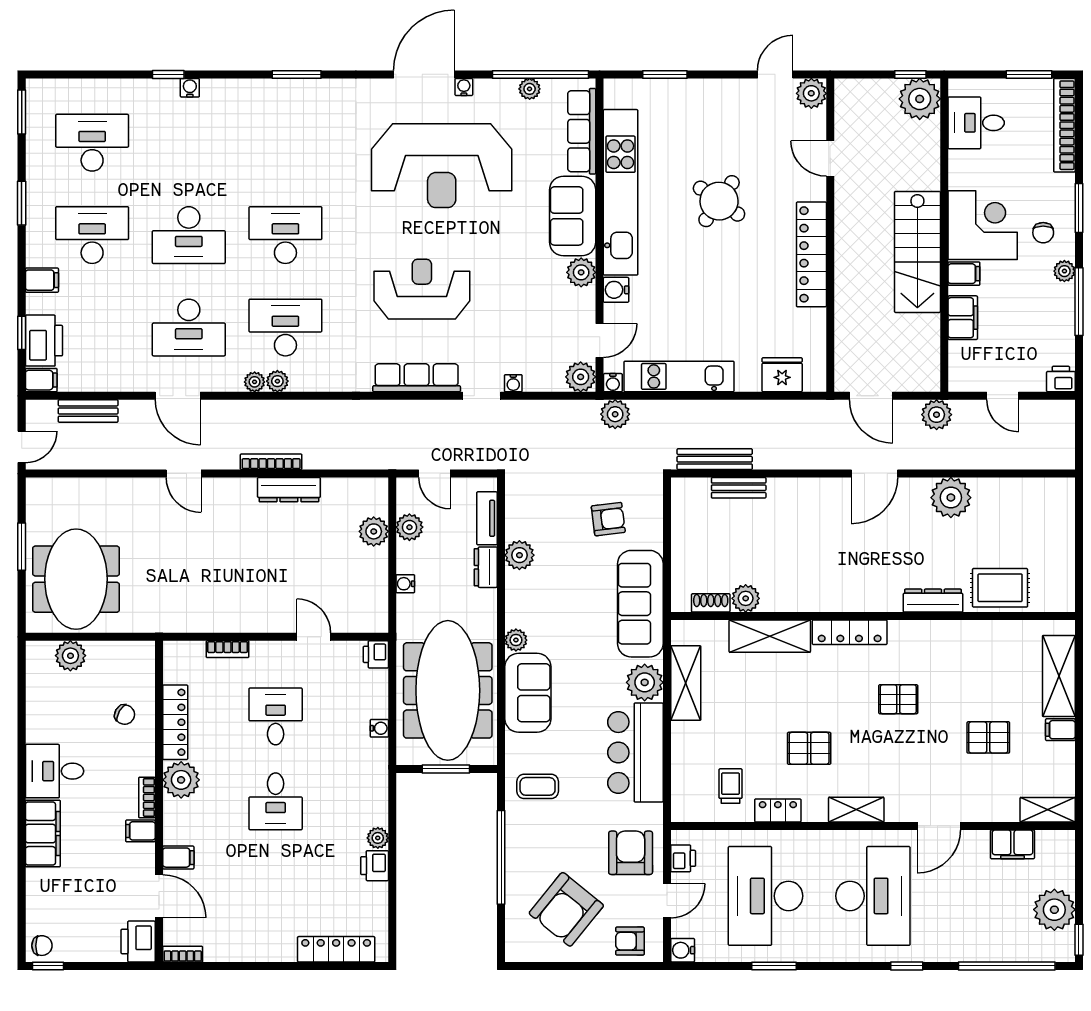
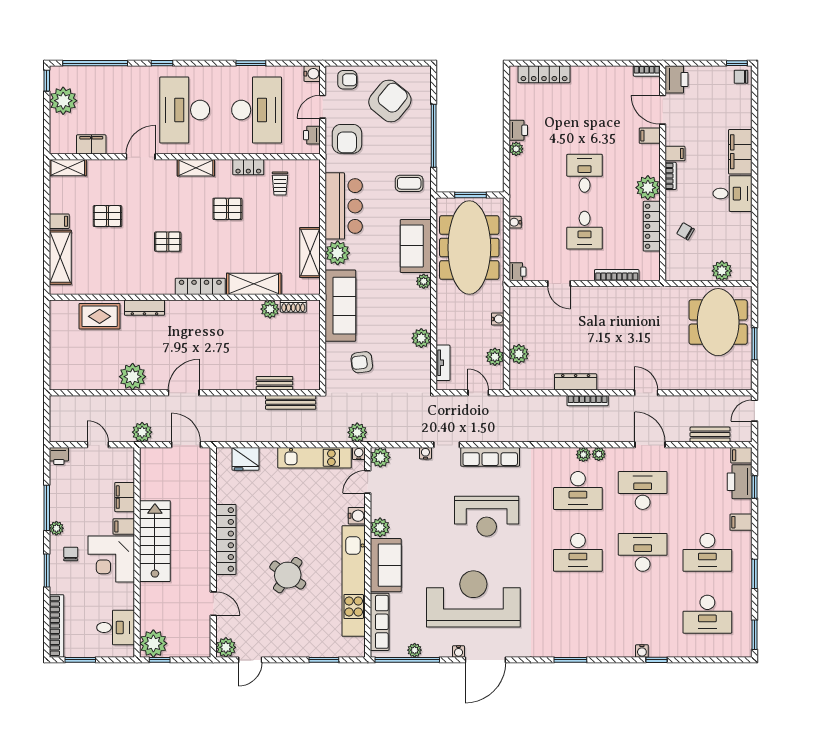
dresser: (486, 567) -> (444, 330), removed
bookcase: (228, 649) -> (617, 275), width x1.56

